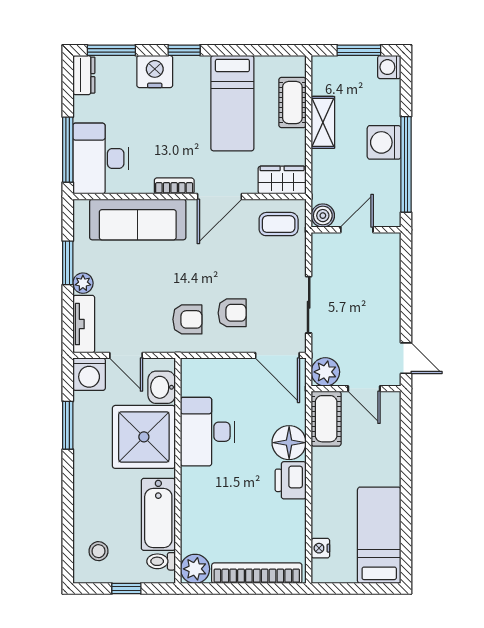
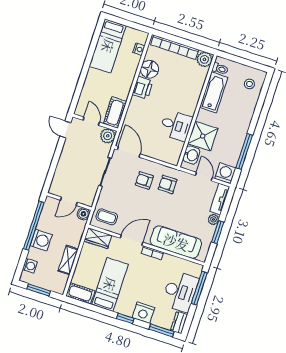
washing machine: (389, 67) -> (30, 266), moved
cot: (292, 103) -> (80, 293), moved, turned 90
desk: (101, 159) -> (180, 292), moved
window: (68, 425) -> (244, 151), width x1.44
desk: (207, 432) -> (176, 125), width x0.73
shower: (144, 437) -> (203, 136), width x0.73, depth x0.73
floor lamp: (289, 443) -> (150, 69), moved
window: (126, 589) -> (242, 61), removed

